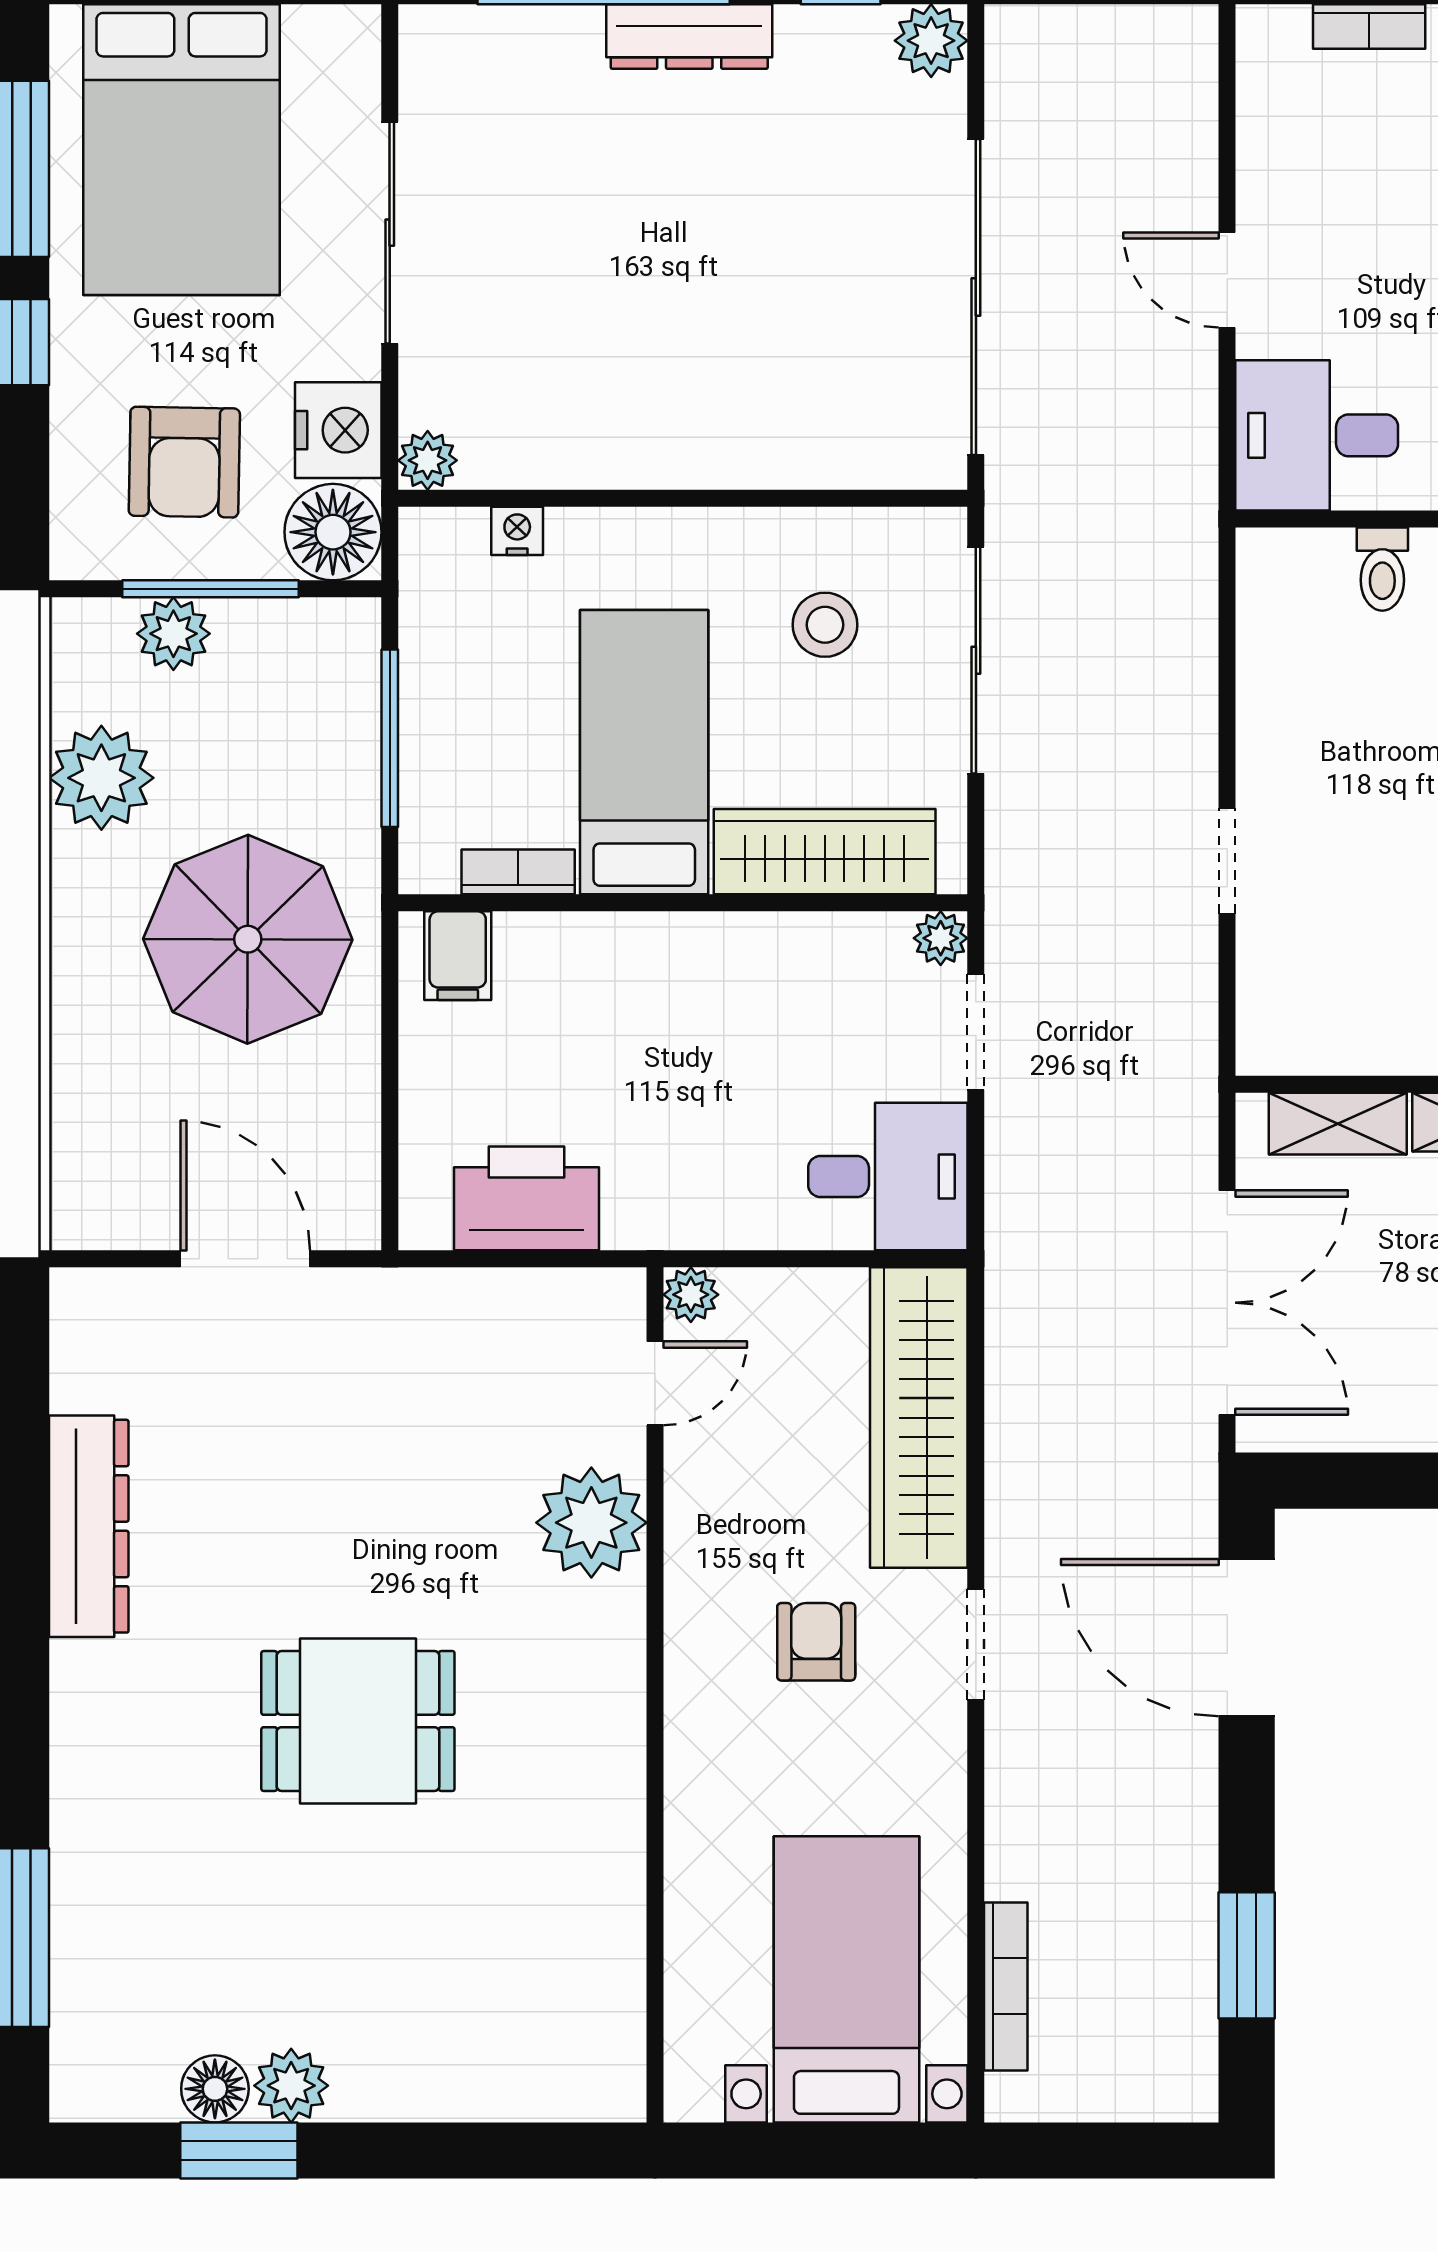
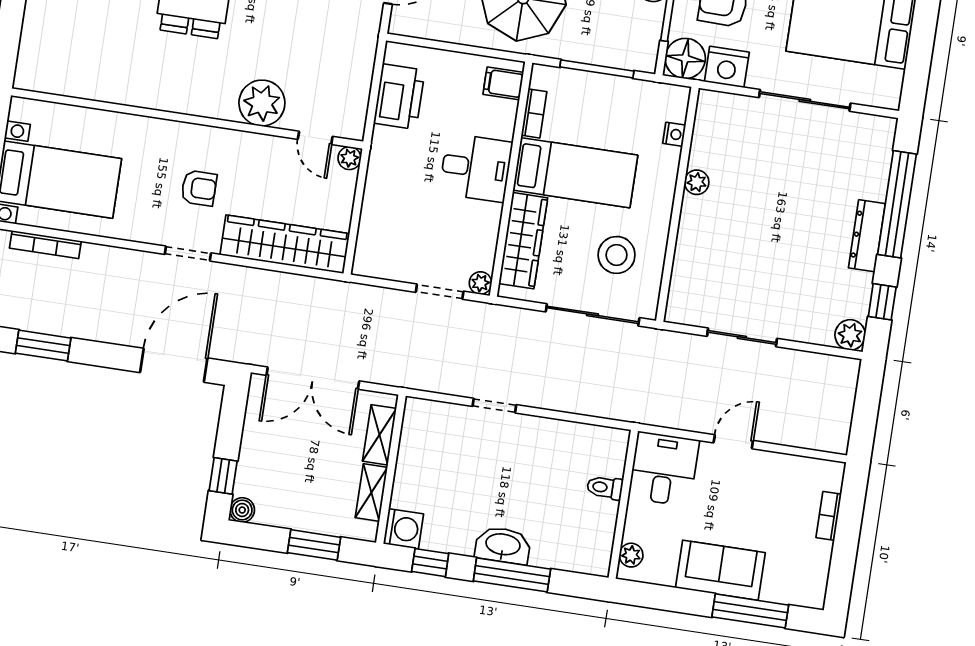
sliding door: (976, 297) -> (742, 337), width x0.54
plant: (428, 460) -> (697, 182), moved
stool: (825, 625) -> (617, 255), width x1.38, depth x1.38
desk: (888, 1177) -> (476, 168), moved, turned -90

